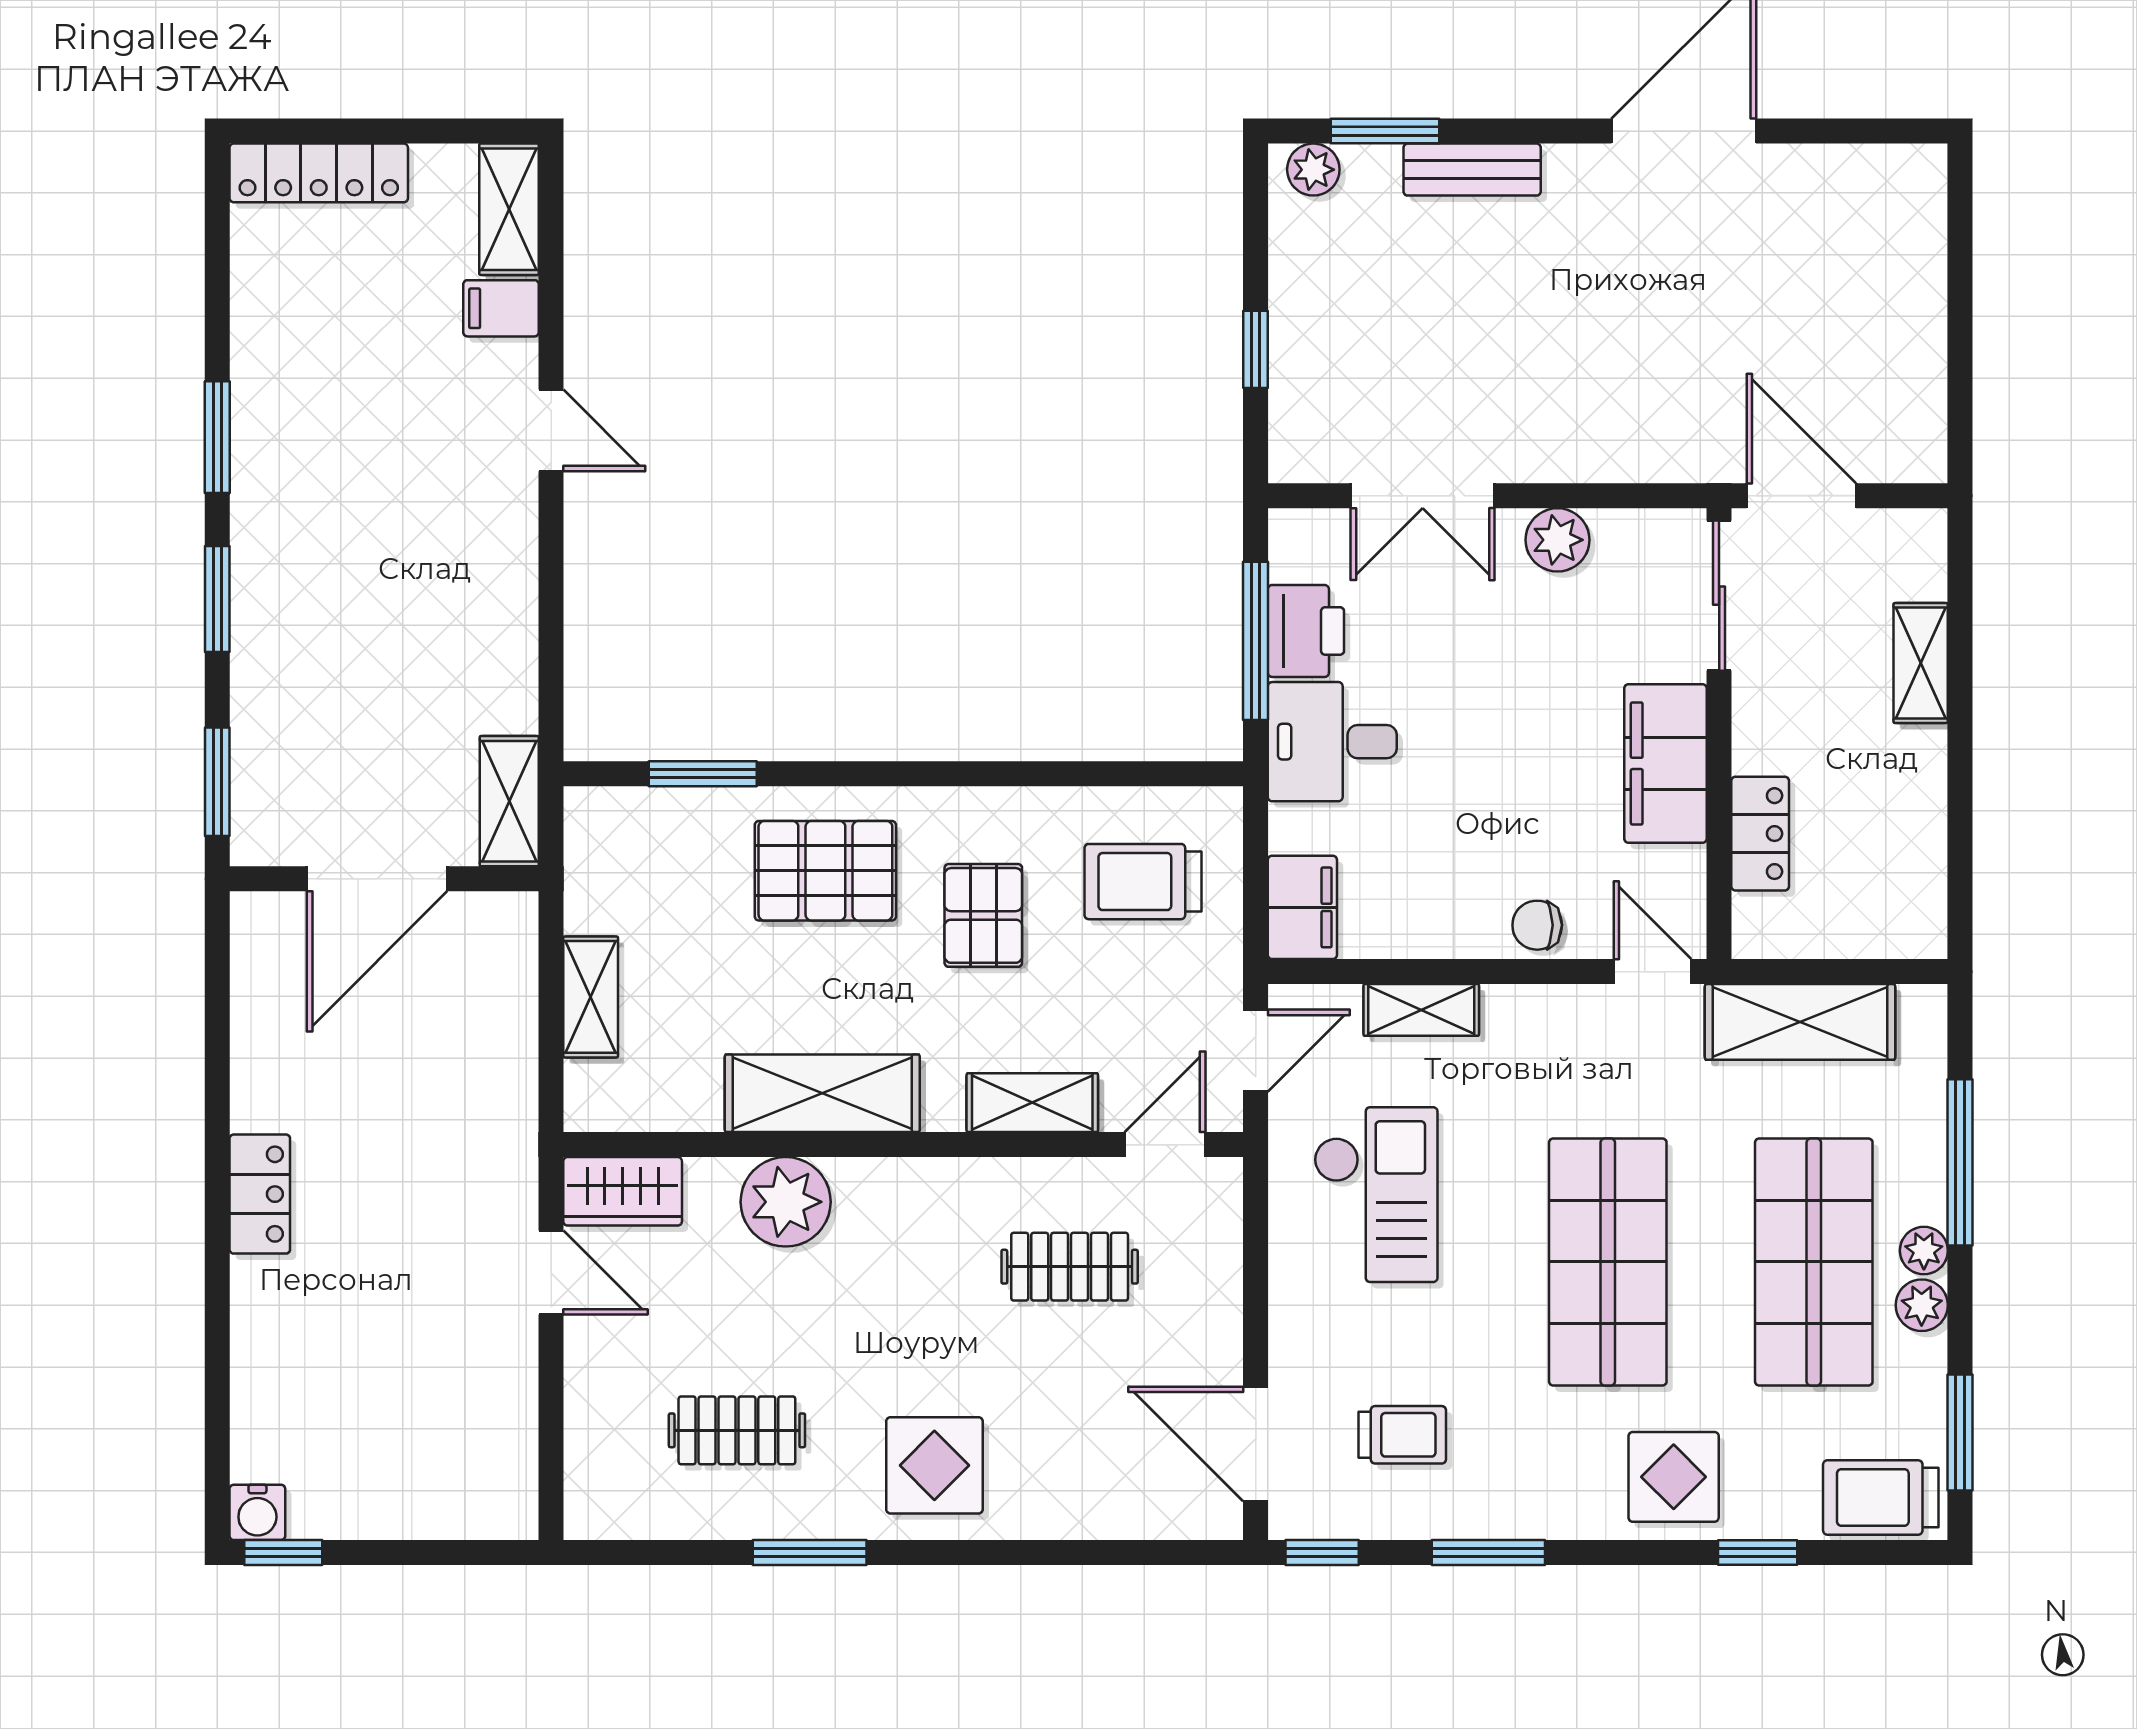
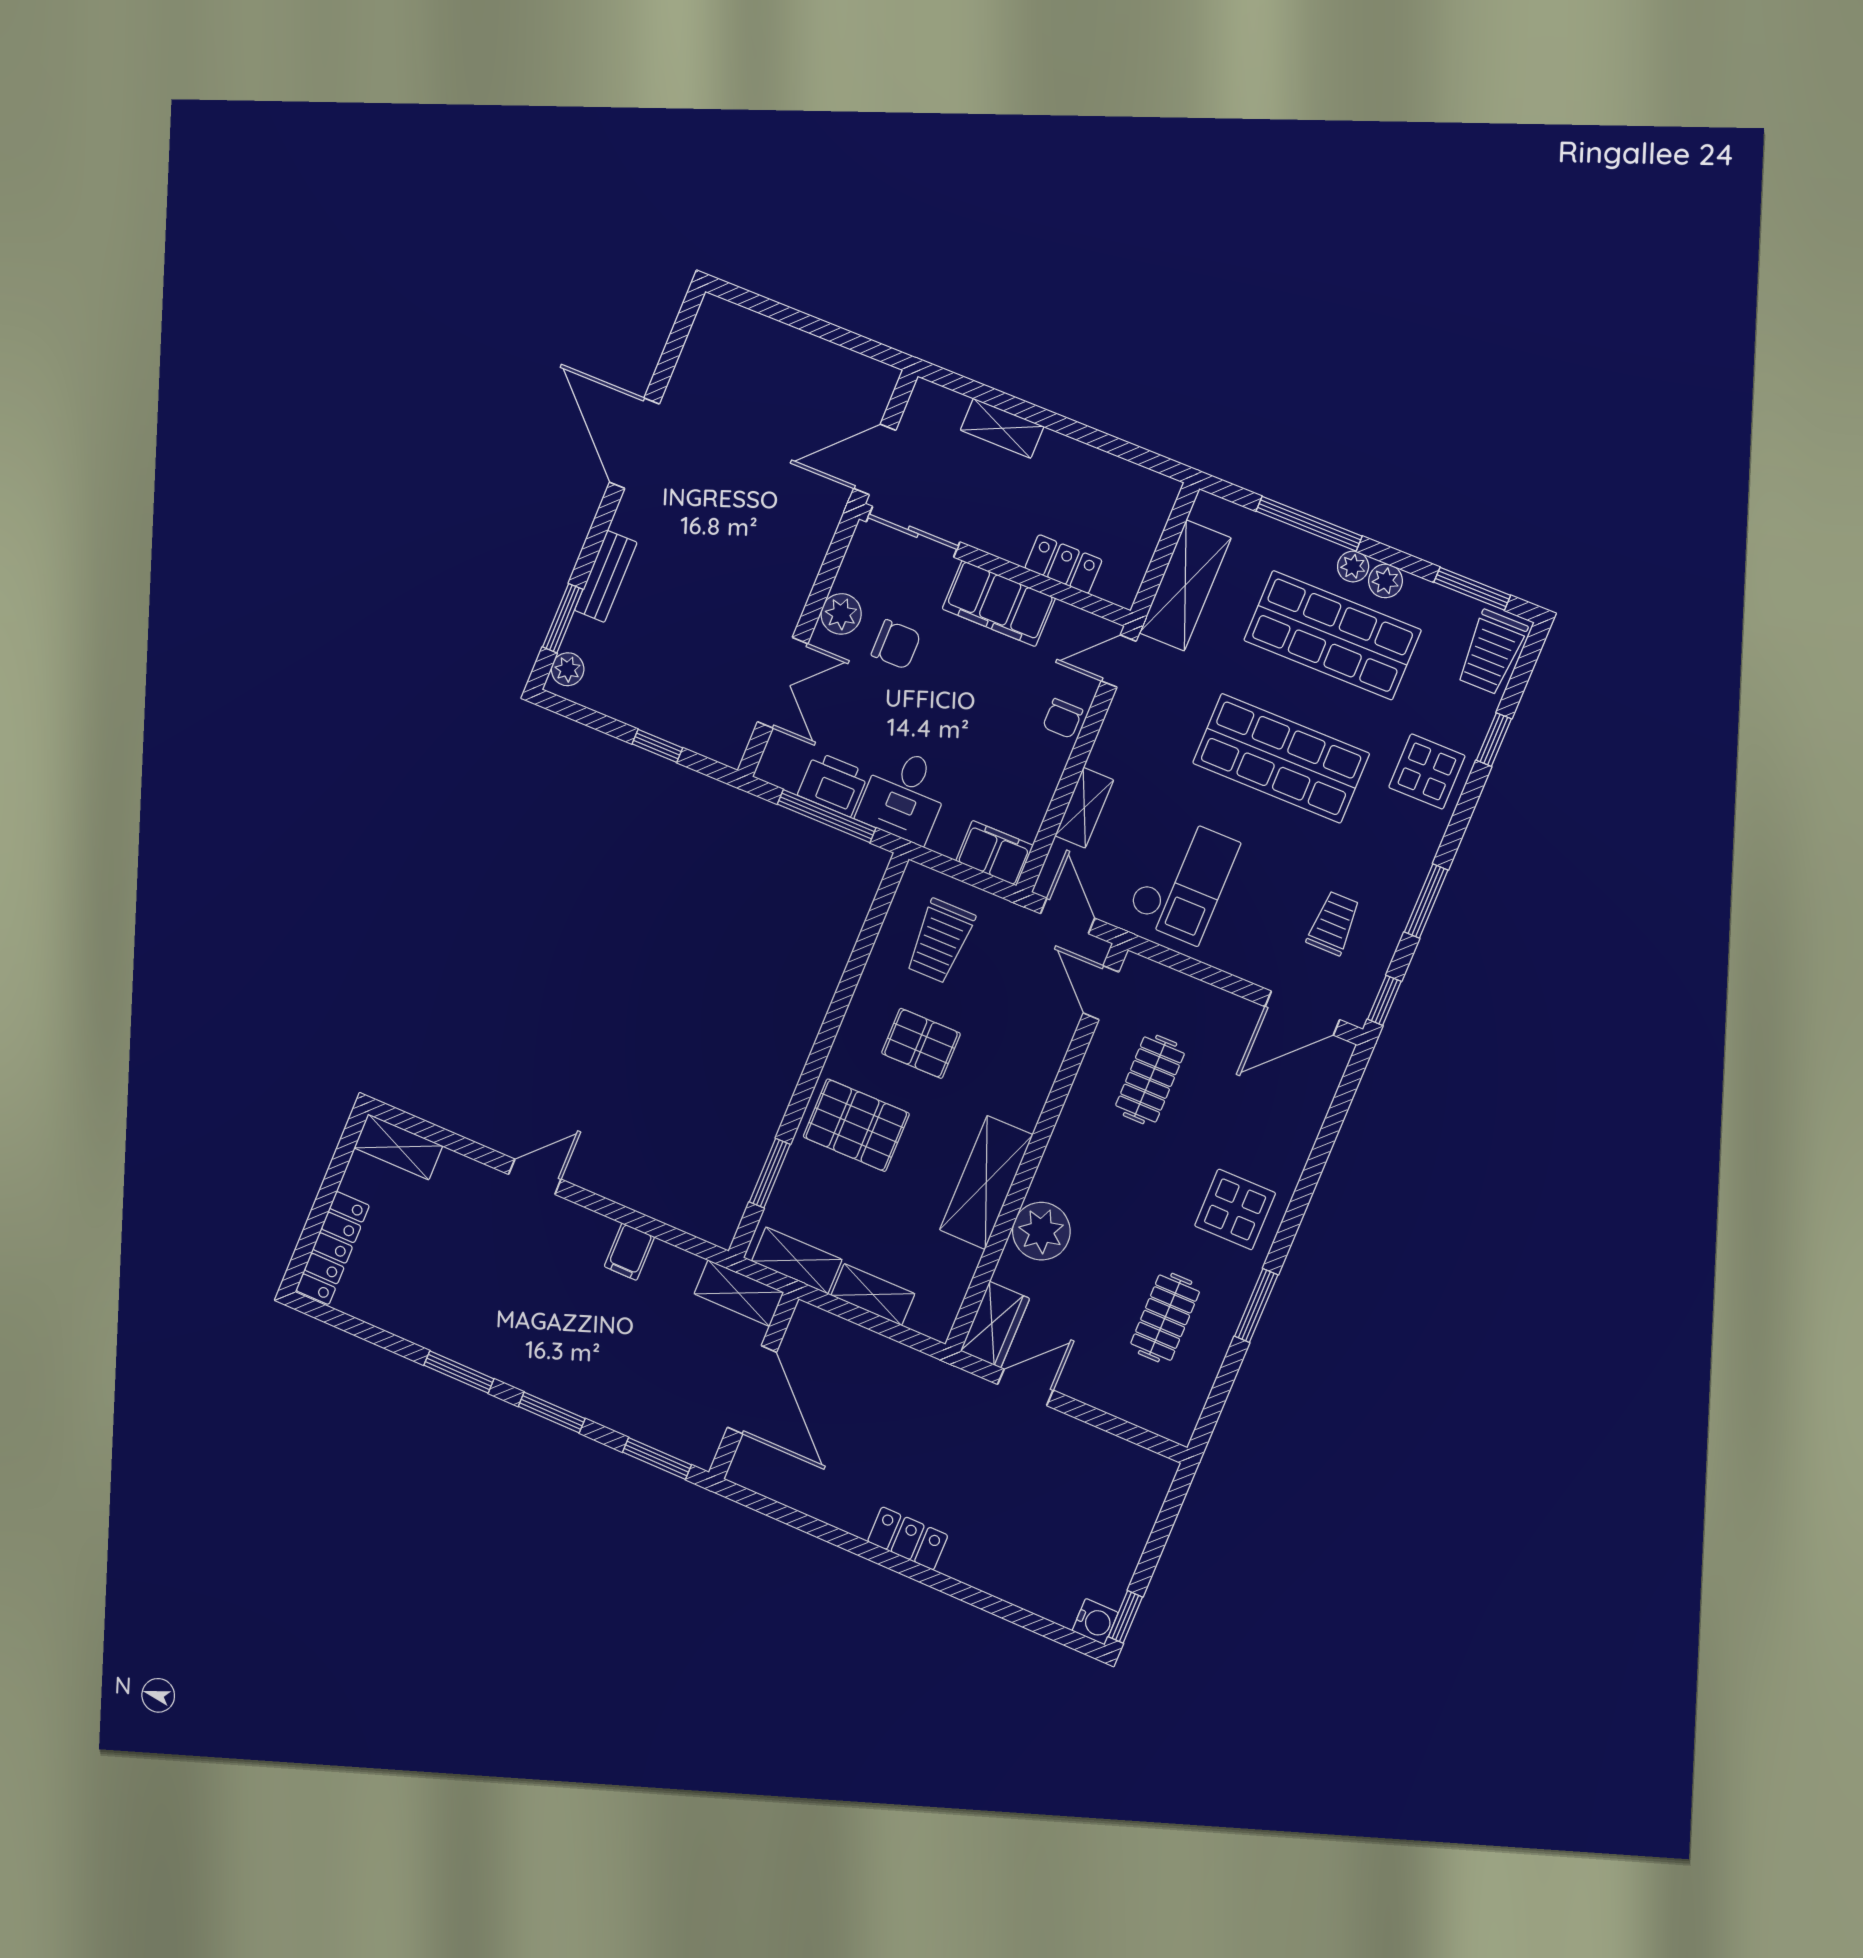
filing cabinet: (501, 308) -> (629, 1252), moved
chair: (1546, 639) -> (896, 644), added
pallet: (825, 871) -> (856, 1125), turned 90
shelving: (1032, 1103) -> (797, 1260), moved, turned 90
checkout: (1376, 1195) -> (1183, 880), turned 90

